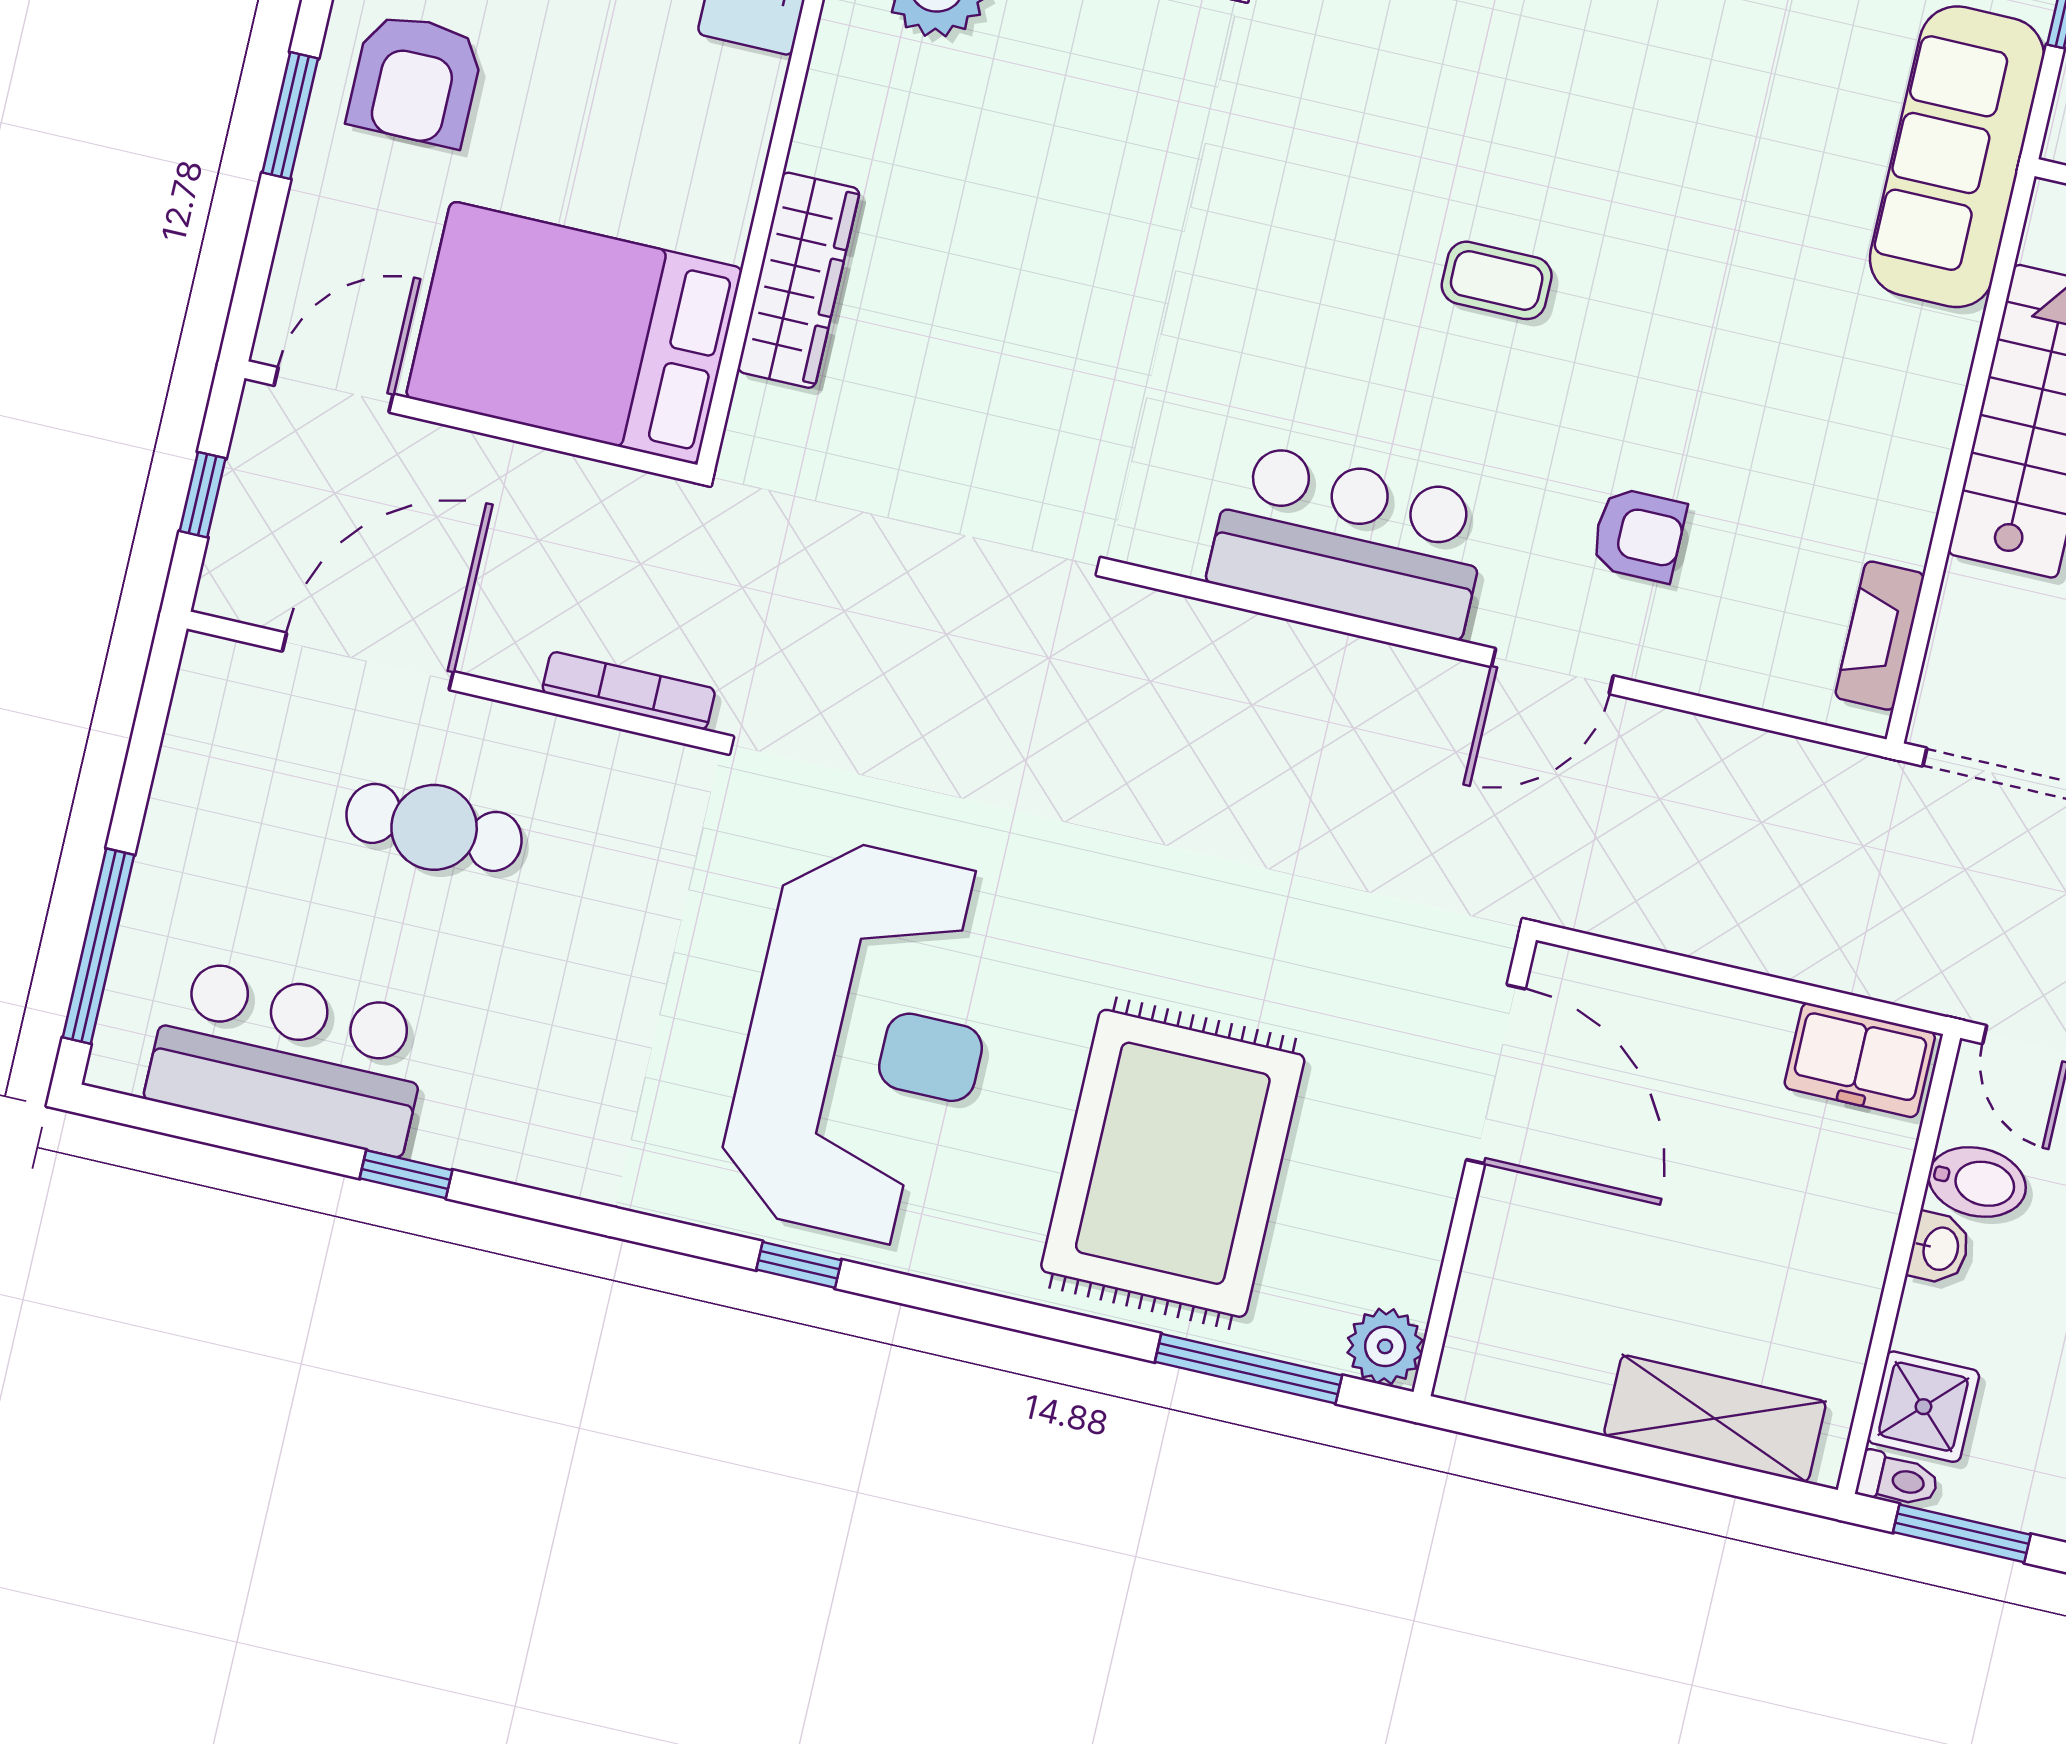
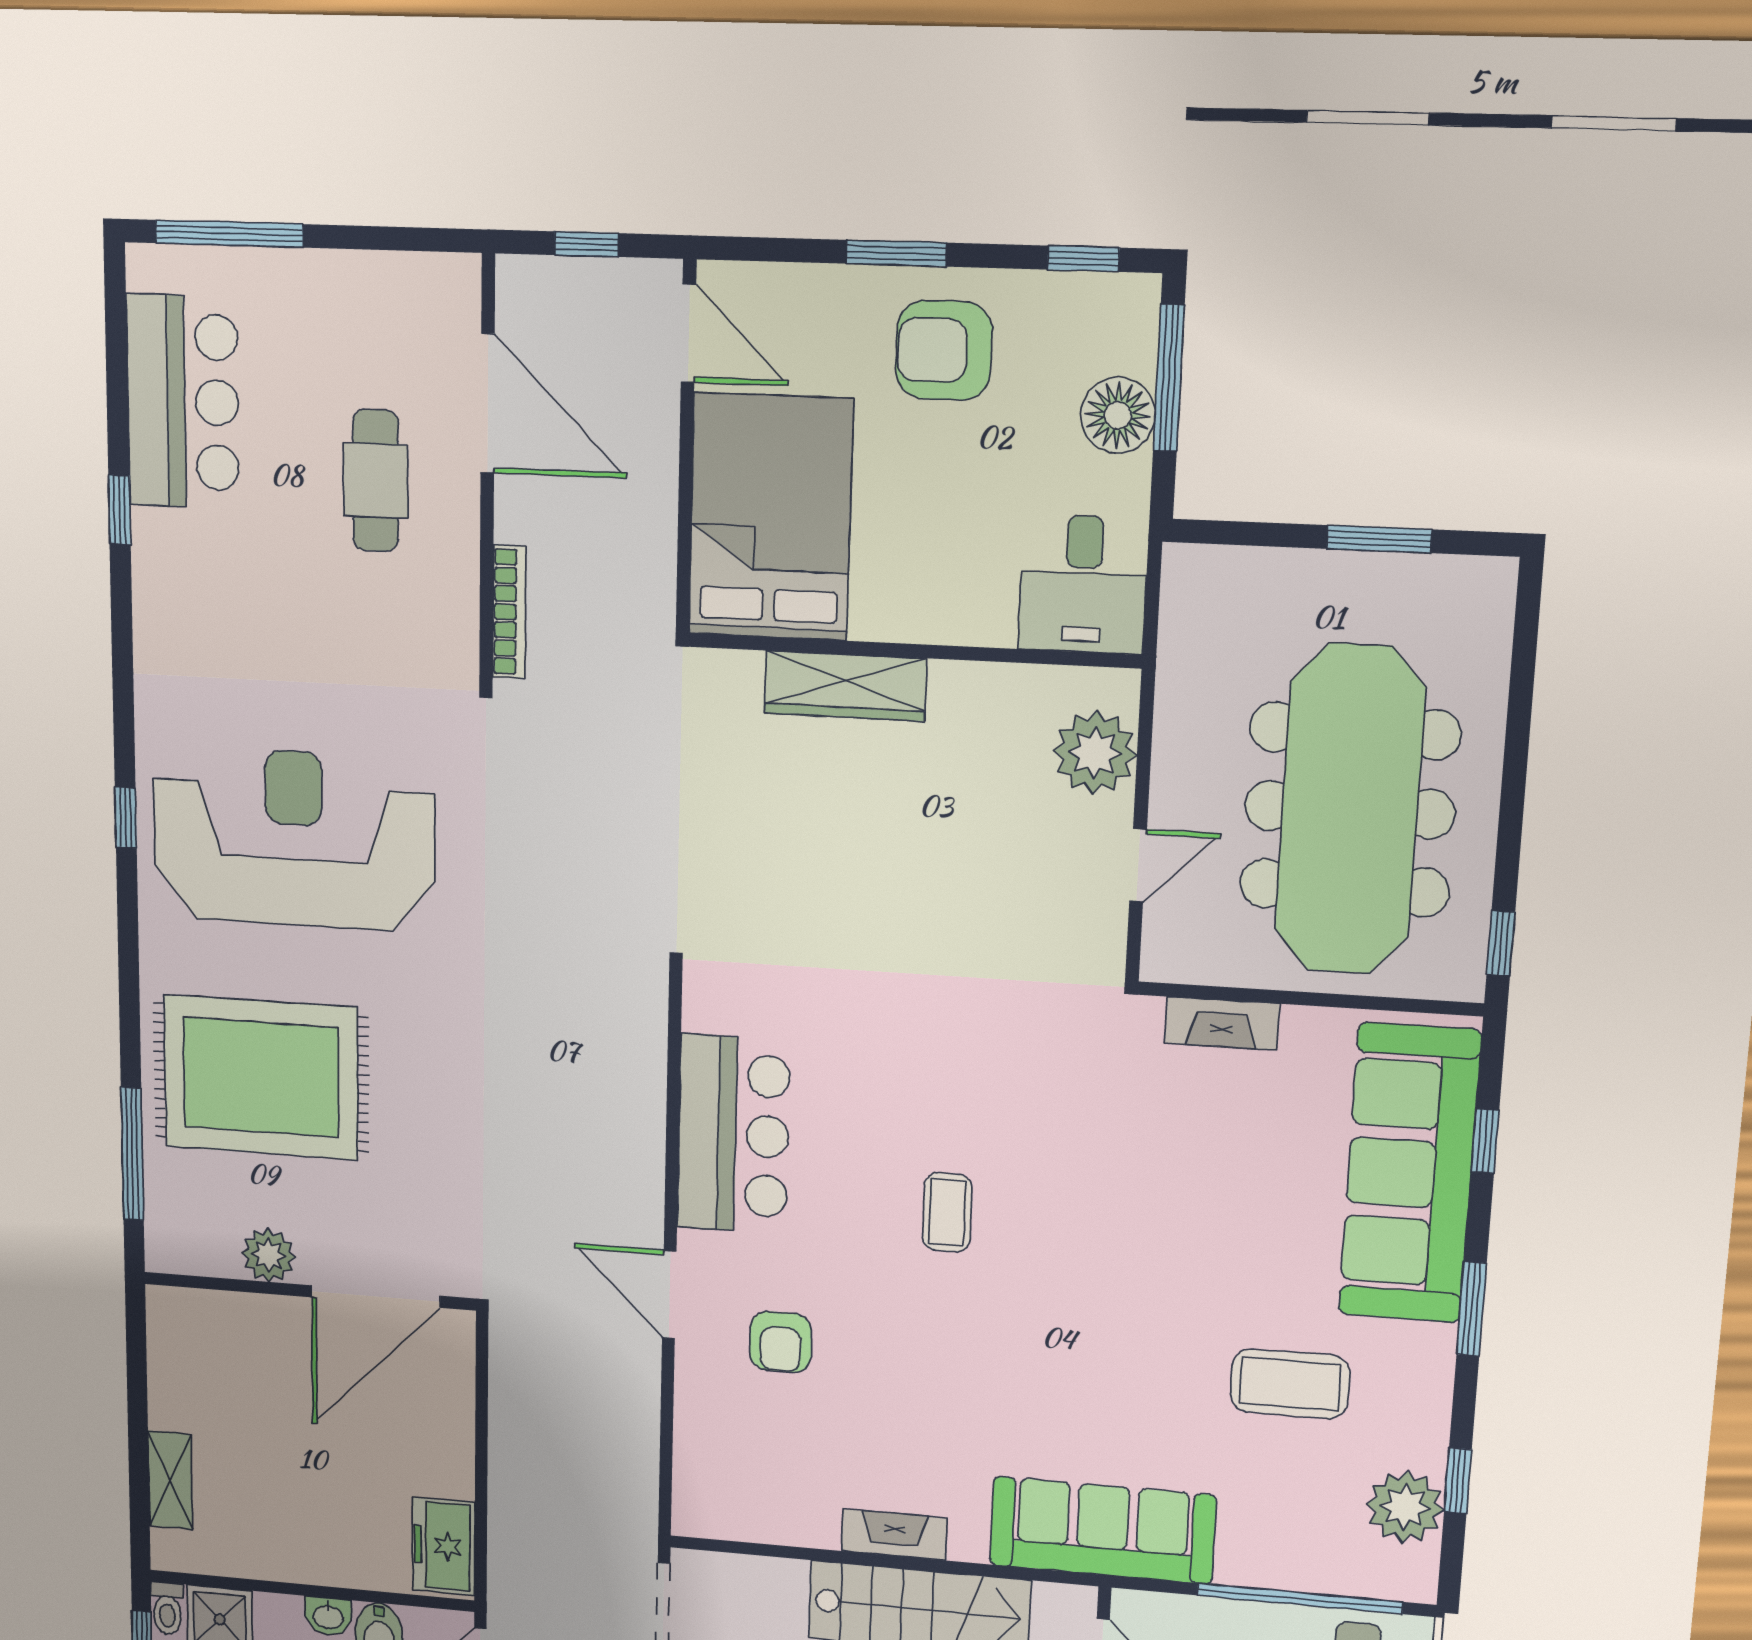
fireplace: (1880, 636) -> (894, 1535), moved
reception desk: (865, 1042) -> (294, 838), turned 180
plant: (1385, 1346) -> (269, 1255), moved
shelving: (1715, 1419) -> (170, 1480), width x0.67, depth x0.75

